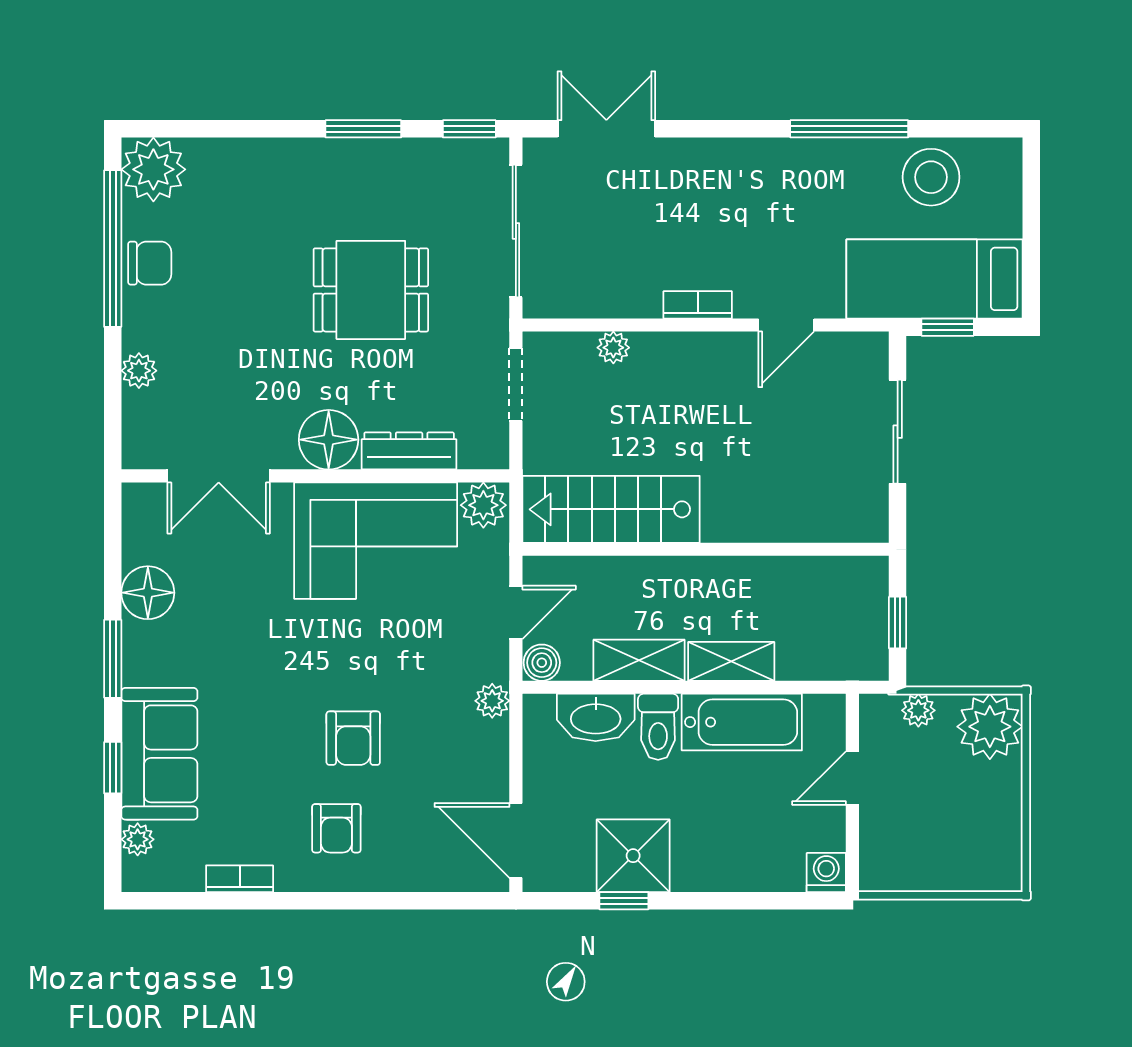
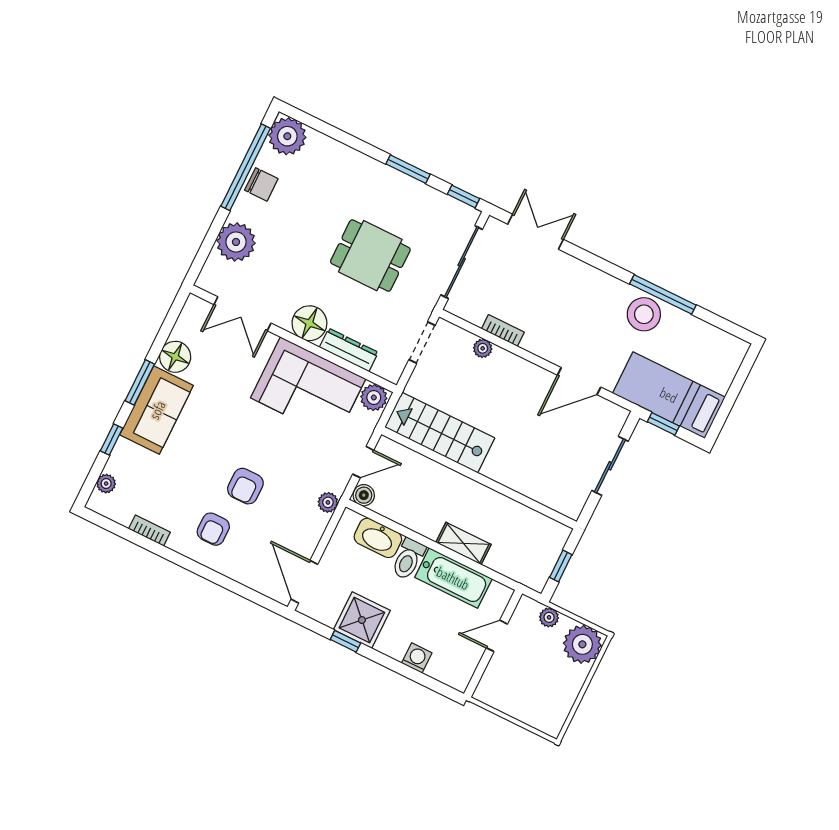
stool: (931, 177) -> (644, 314), moved
bookcase: (698, 305) -> (503, 330), moved
door: (786, 325) -> (579, 381), width x1.38
plant: (139, 371) -> (236, 242), width x1.88, depth x1.88
shelving: (639, 660) -> (415, 519), removed
sofa: (159, 754) -> (157, 410), moved
washing machine: (826, 873) -> (417, 658), moved

